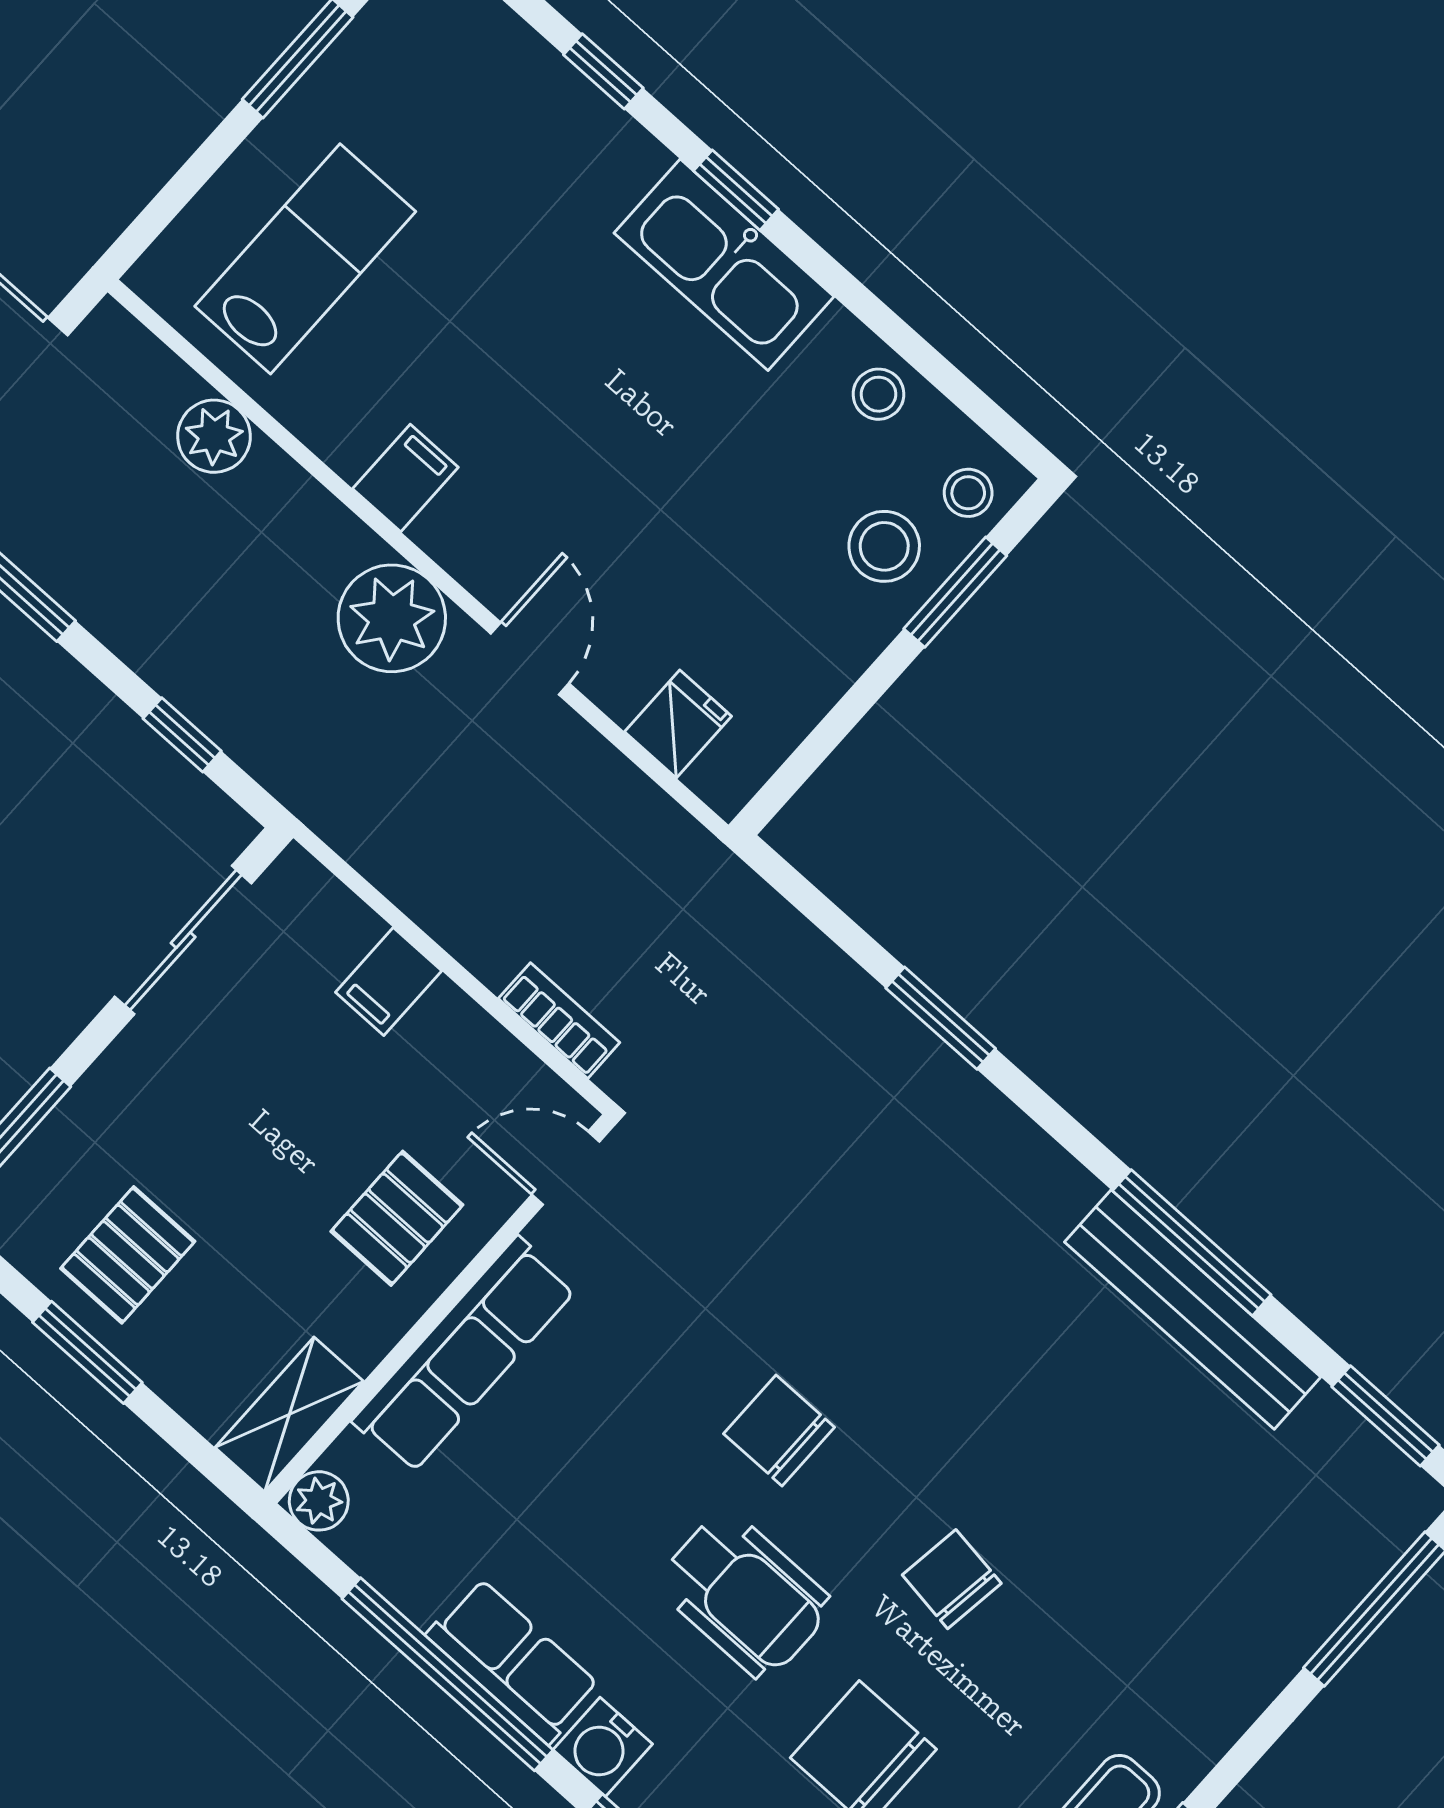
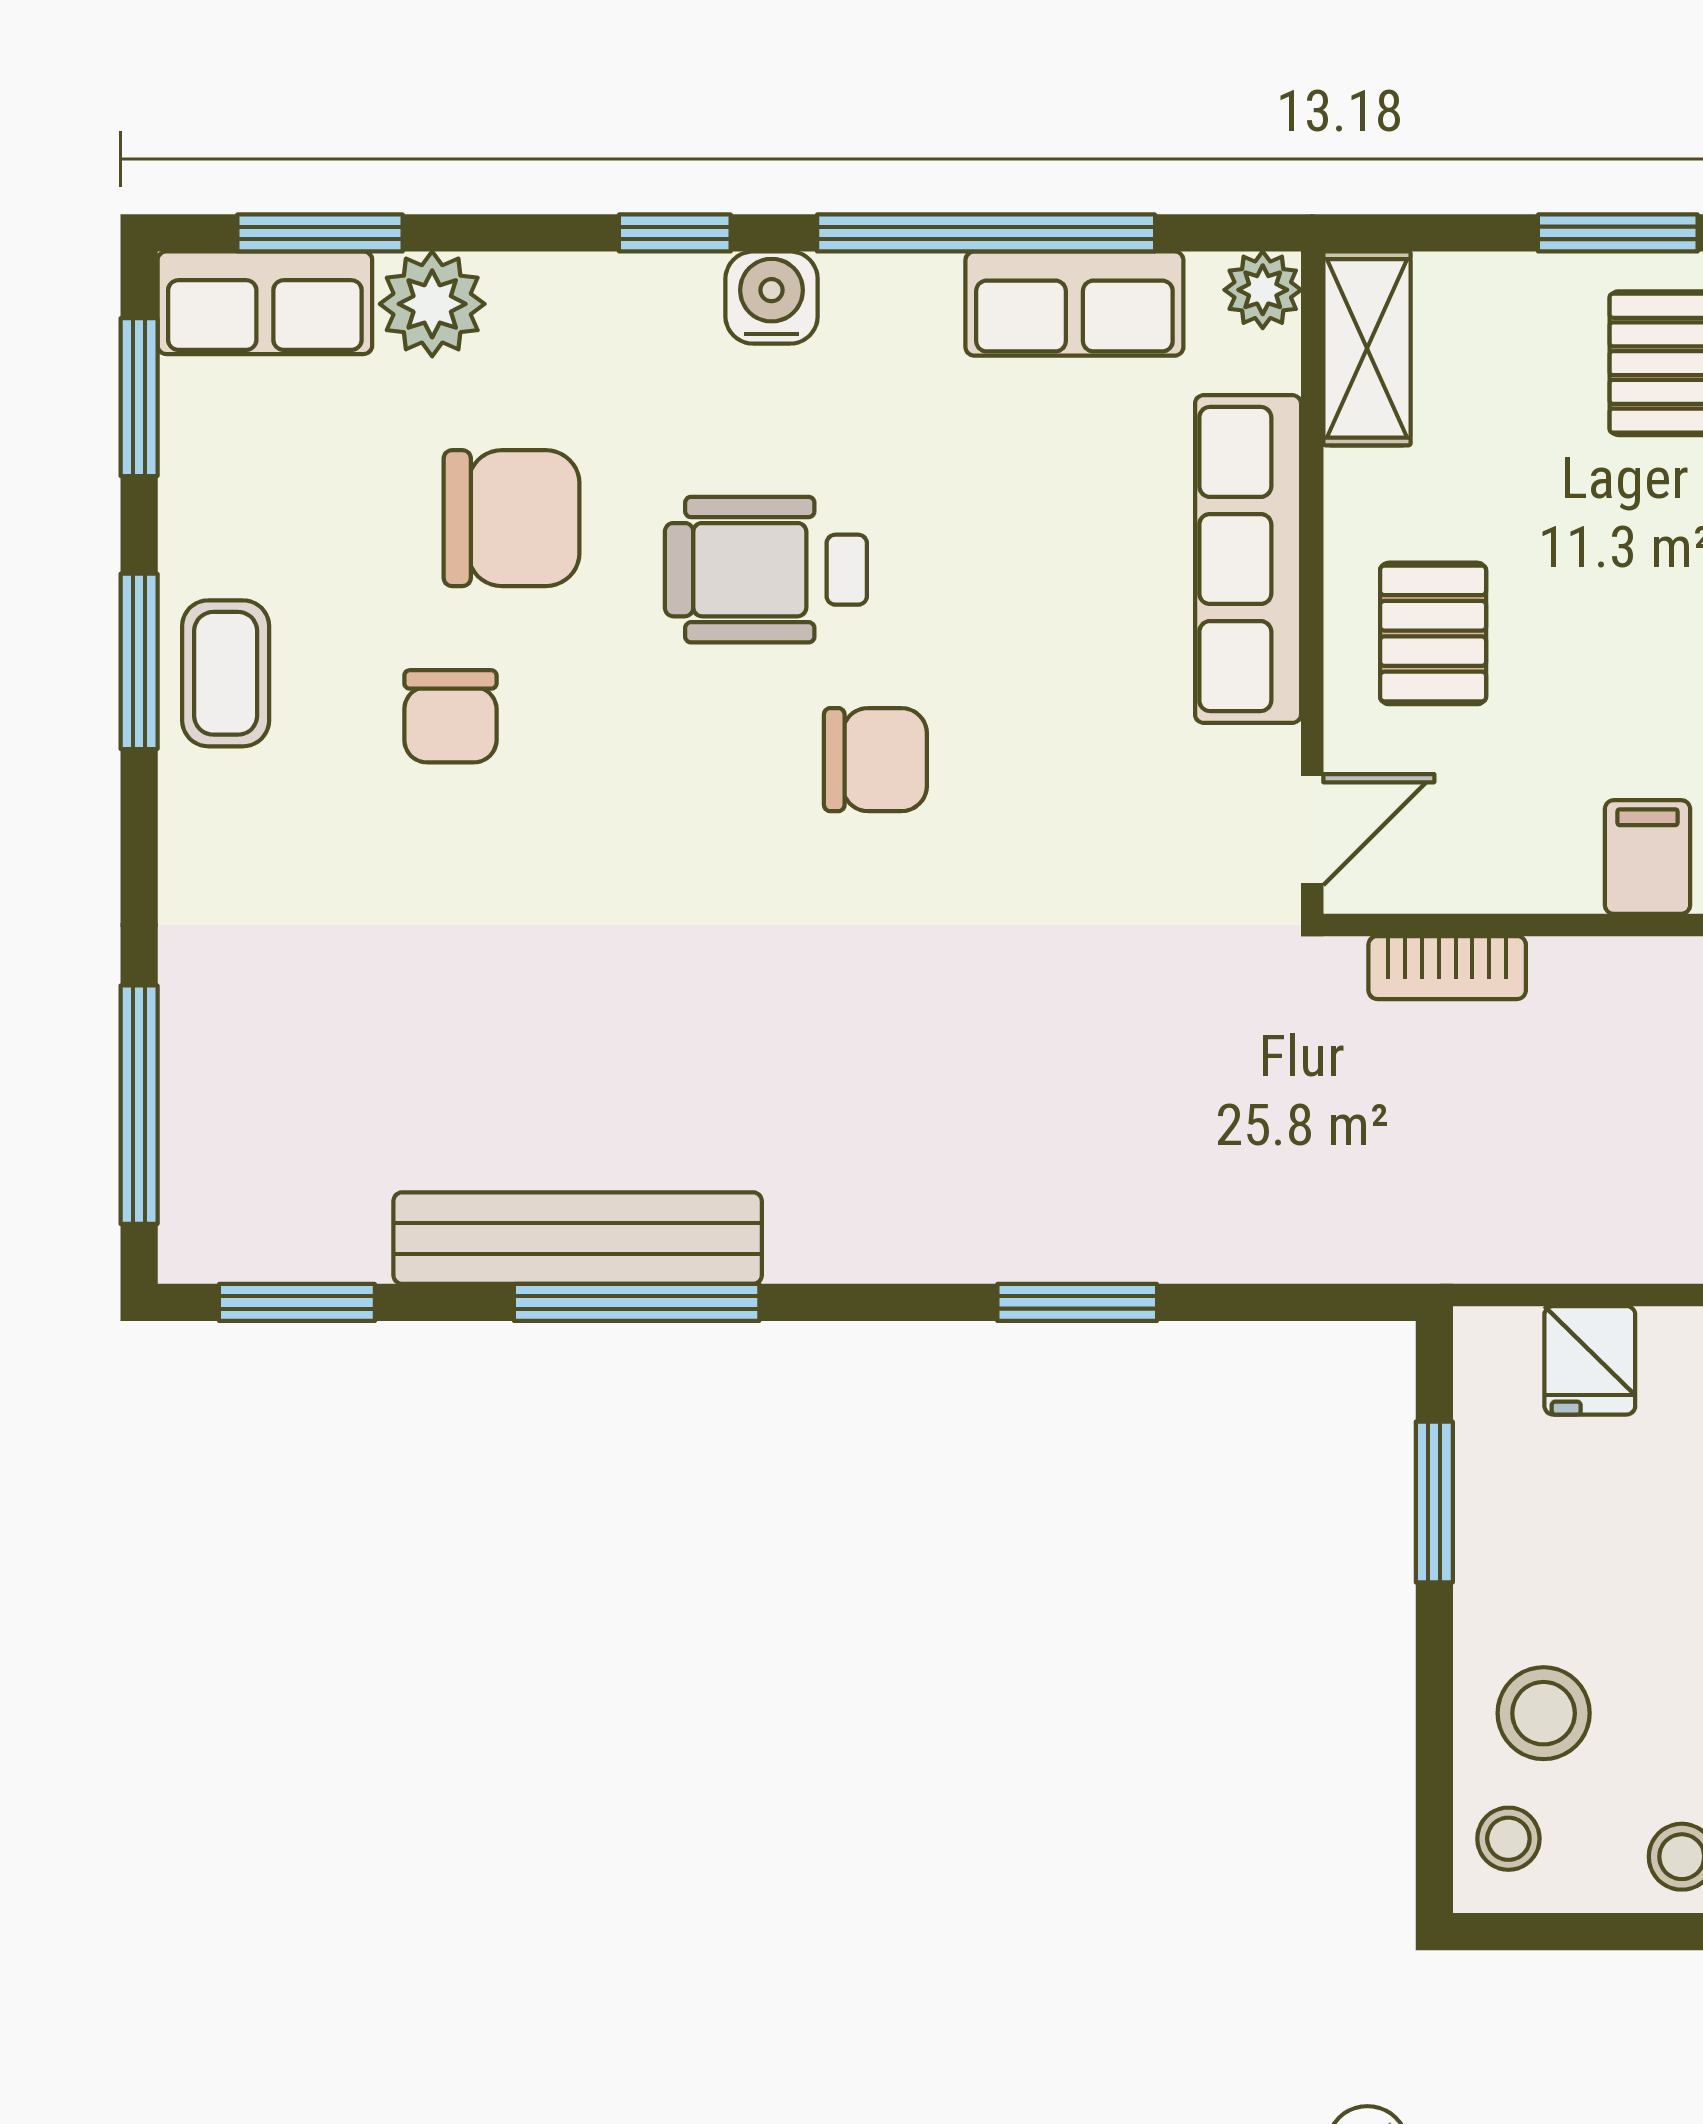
window: (955, 592) -> (1434, 1502), moved
chair: (952, 1579) -> (450, 716), moved, turned 82
row of seats: (513, 1661) -> (1074, 304), moved

